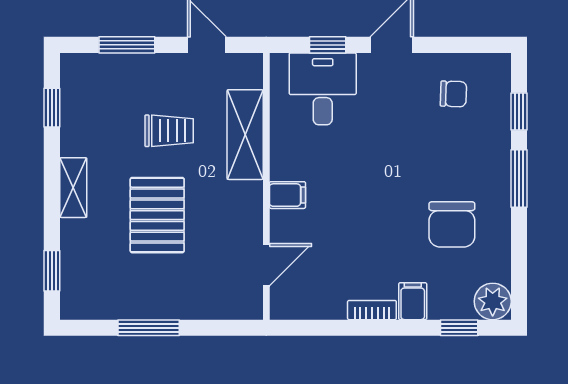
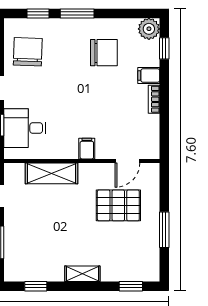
chair: (453, 94) -> (28, 52), width x1.87, depth x1.87
trolley: (169, 131) -> (49, 218), removed
pallet: (157, 215) -> (118, 205), moved
door: (266, 265) -> (127, 161), swing flipped

